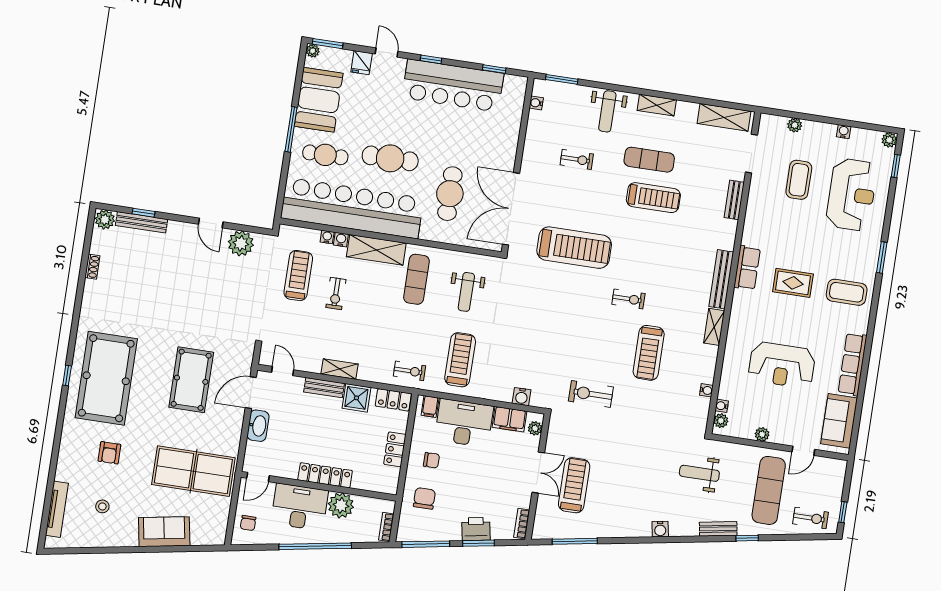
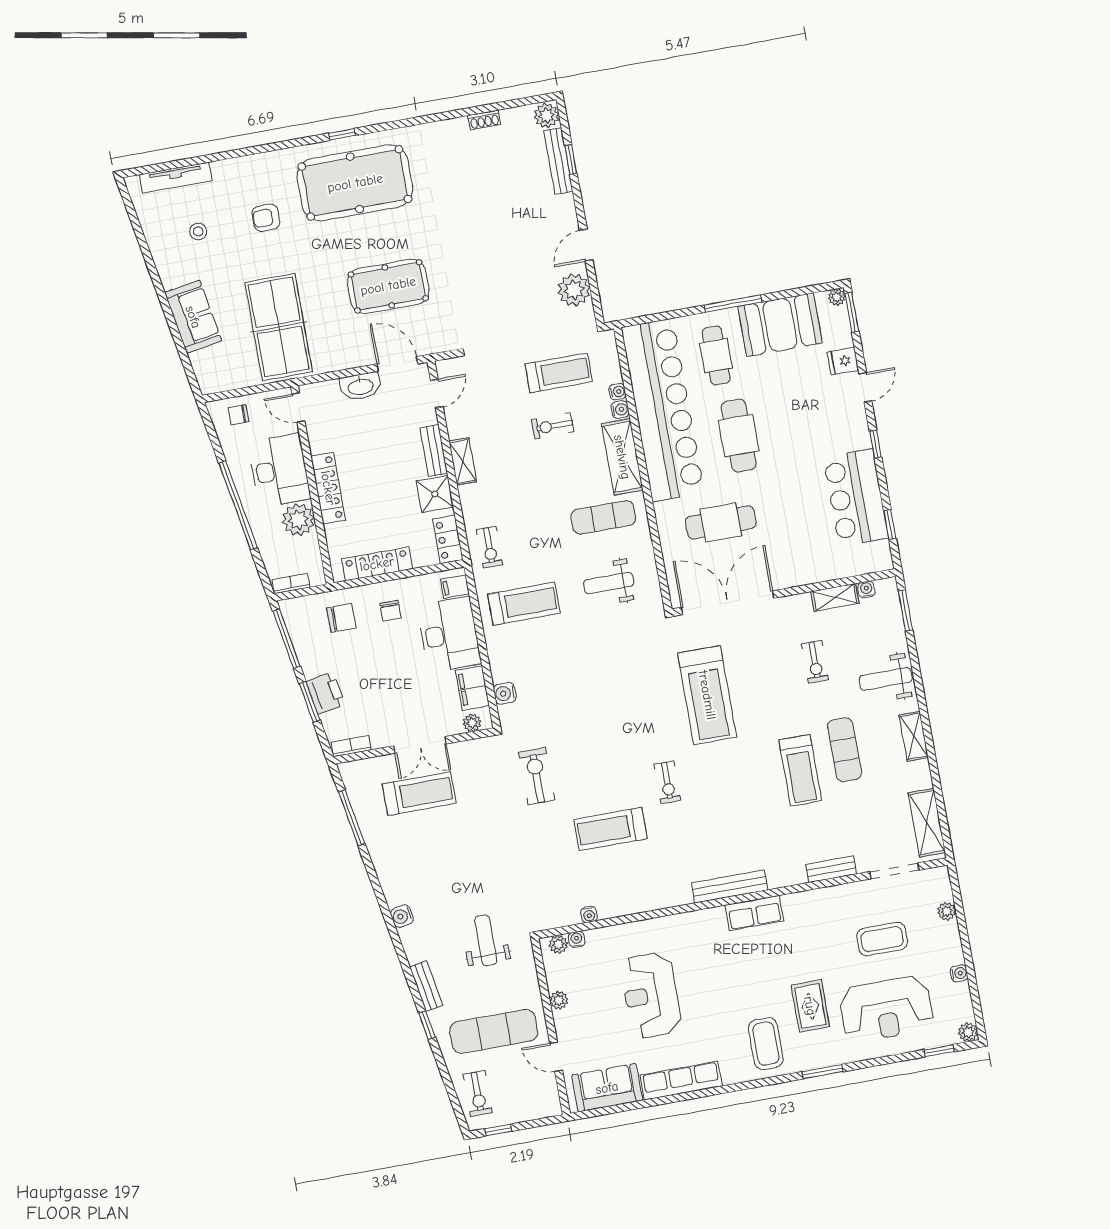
bar counter: (453, 86) -> (856, 498), width x0.73
rug: (793, 283) -> (810, 1006), moved
shelving: (714, 327) -> (835, 597), moved
locker: (395, 449) -> (377, 564), width x1.53

